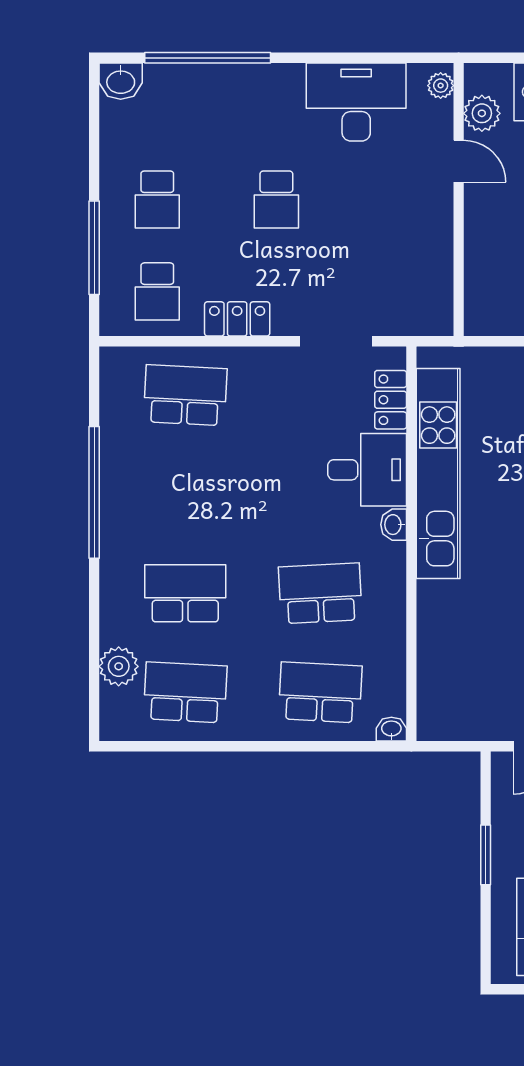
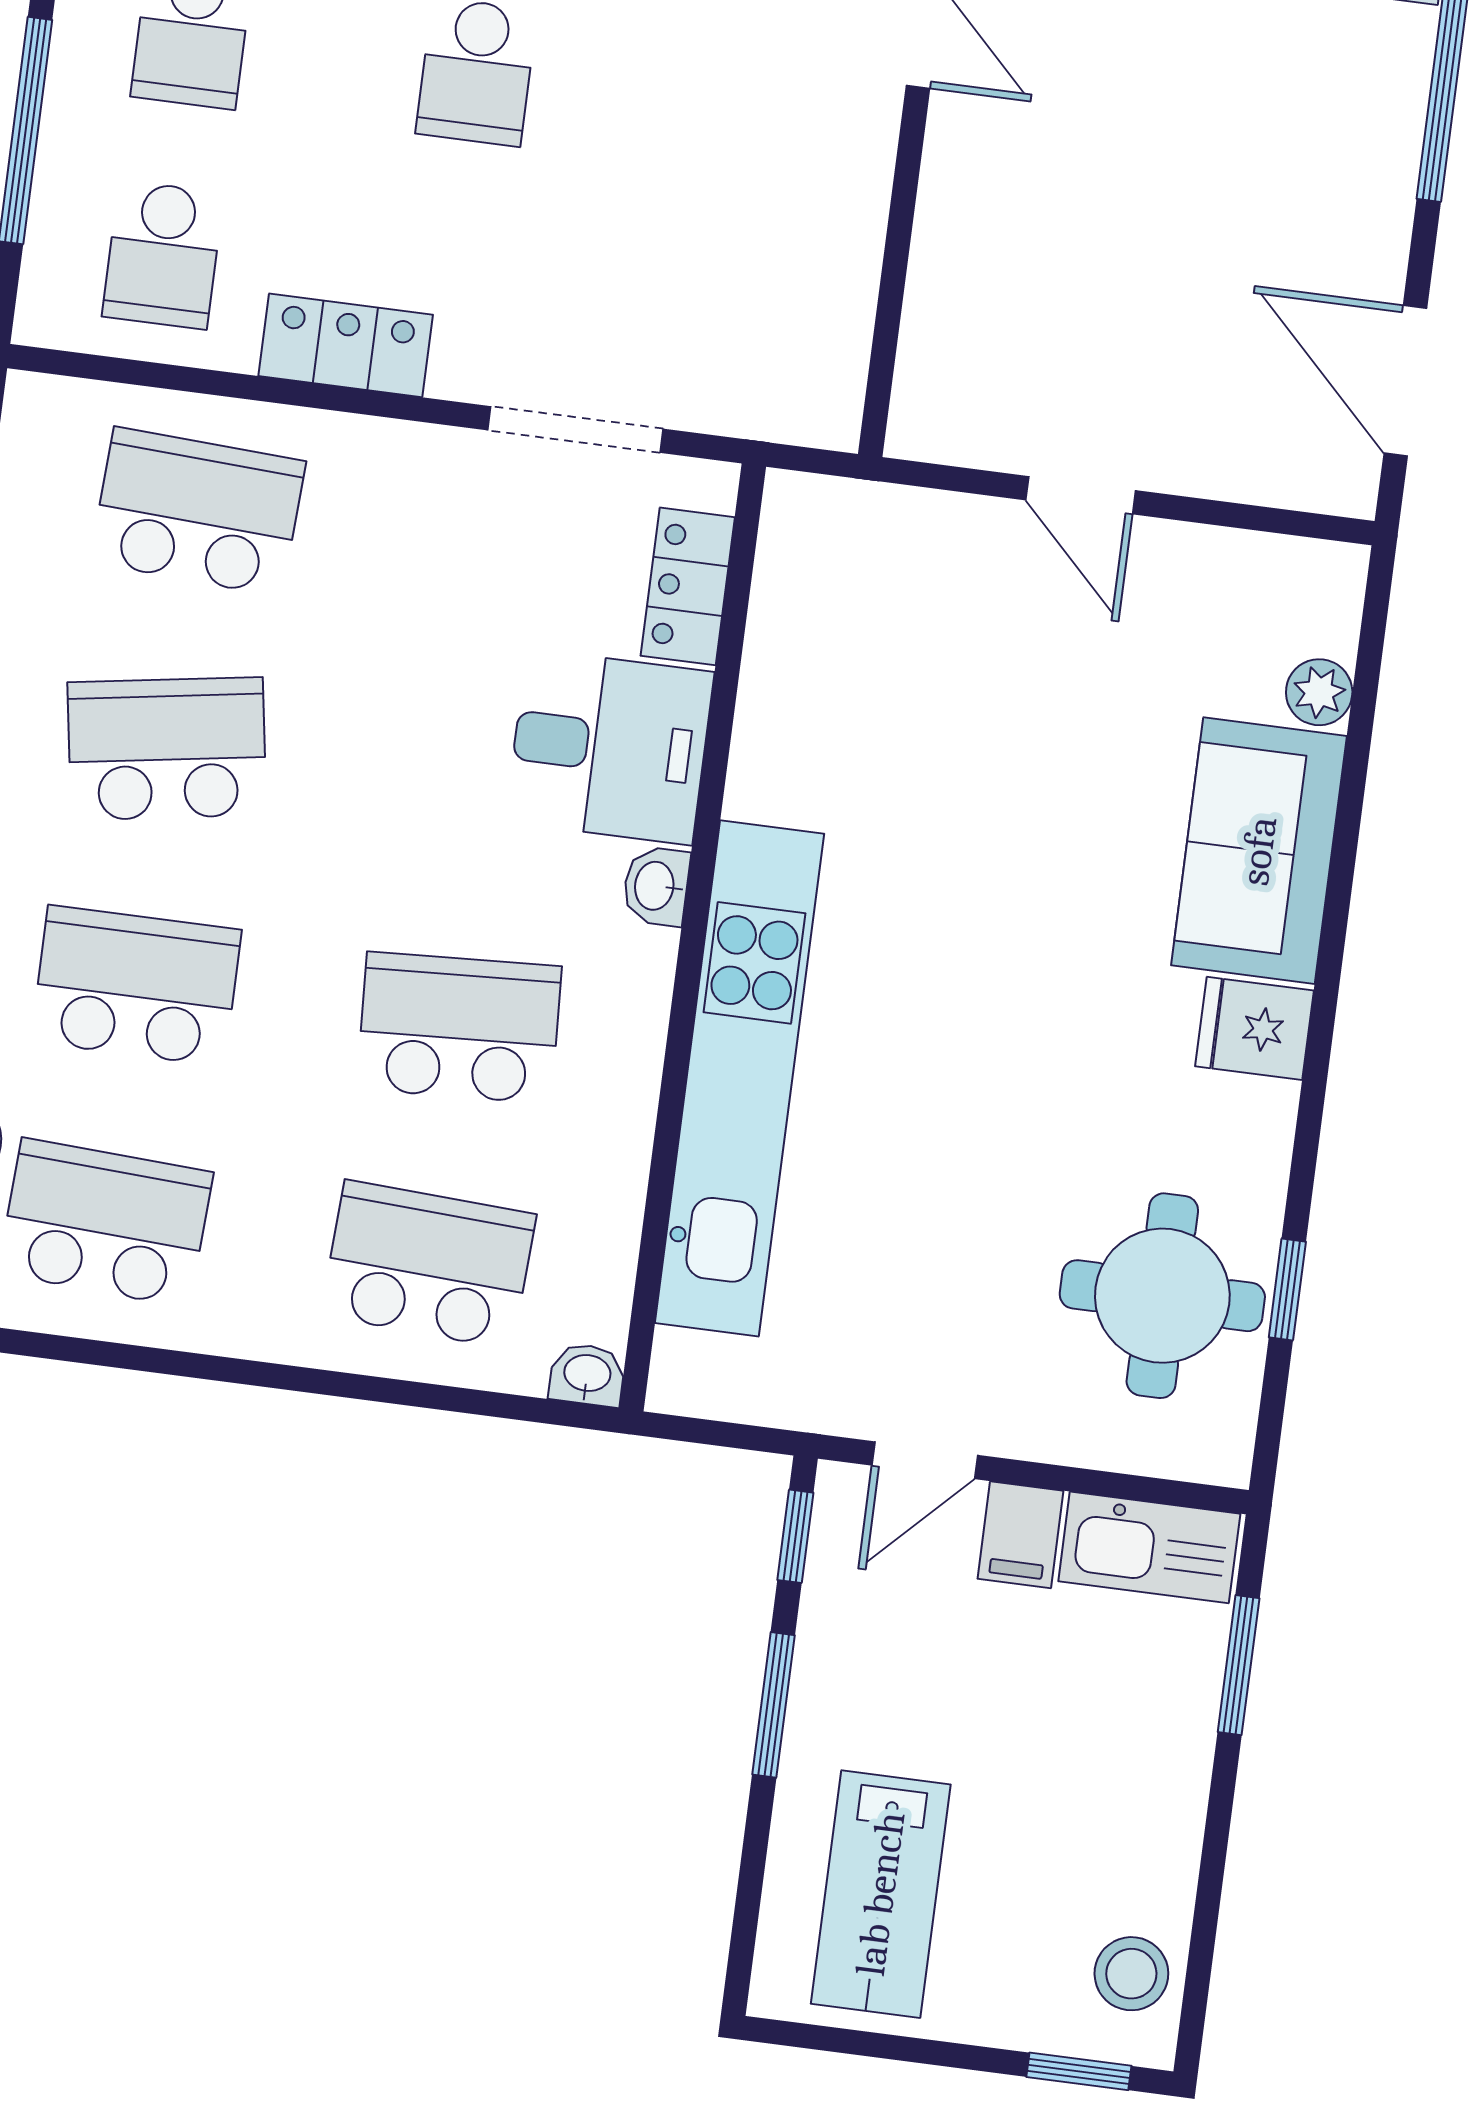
kitchen unit: (438, 473) -> (739, 1078), moved
school desk: (185, 494) -> (167, 749), added
window: (486, 784) -> (795, 1536), added

